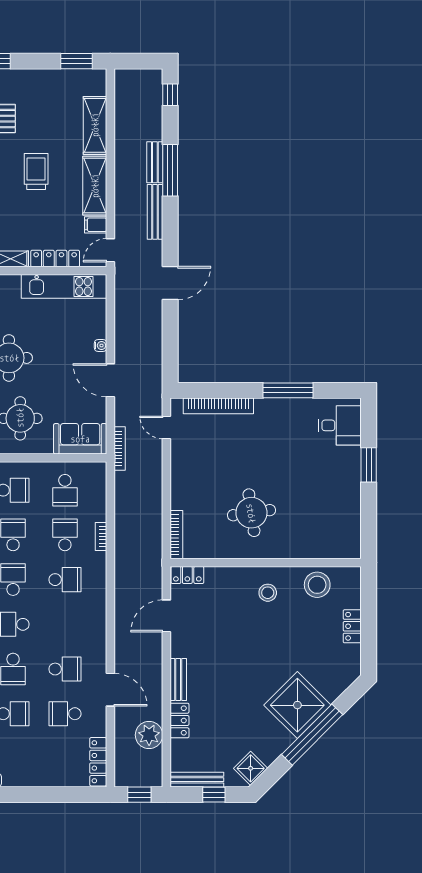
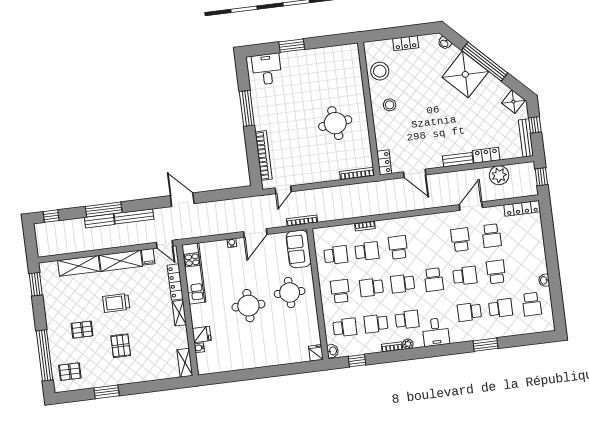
school desk: (65, 535) -> (367, 251), turned 180
washbasin: (345, 681) -> (444, 43), added

